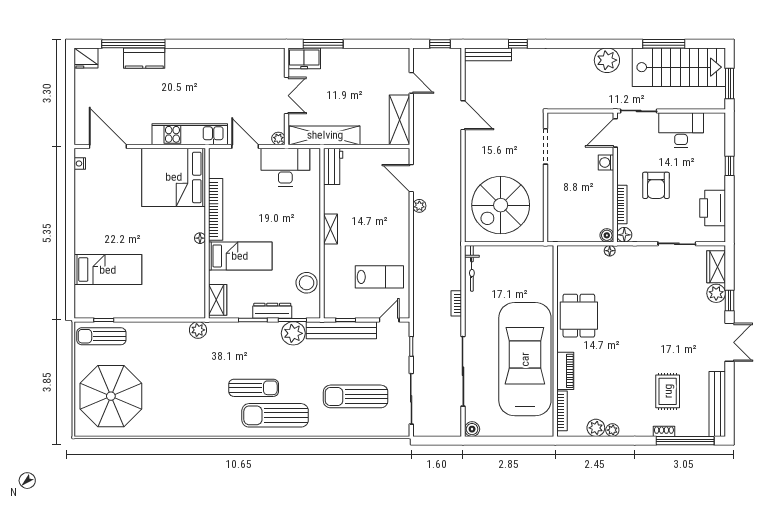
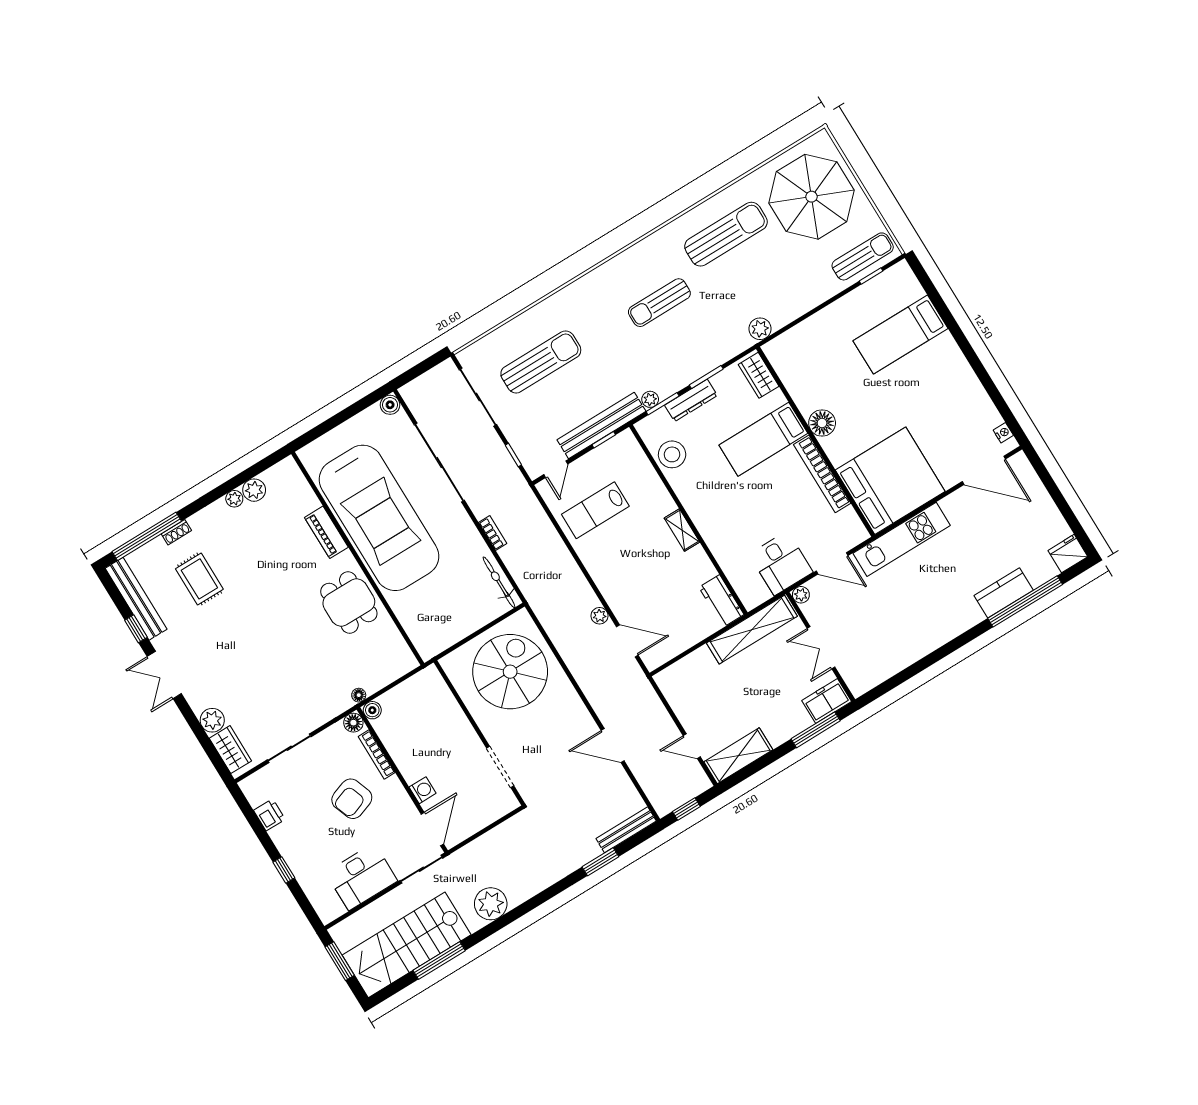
window: (518, 44) -> (600, 862), width x1.50
shelving: (399, 120) -> (738, 756), moved, turned 90
desk: (285, 167) -> (781, 563), width x0.73
armchair: (656, 185) -> (352, 799), turned -110
printer: (713, 208) -> (269, 815), width x0.53, depth x0.68
floor lamp: (200, 238) -> (822, 423), width x1.89, depth x1.89
window: (729, 301) -> (136, 629), moved
plant: (293, 333) -> (650, 399), width x0.53, depth x0.53
bookcase: (562, 411) -> (303, 486), removed
sun lounger: (275, 415) -> (726, 234), moved

